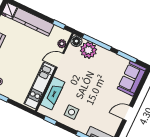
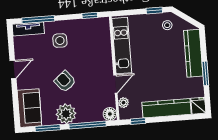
plant: (88, 50) -> (66, 114), moved
armchair: (95, 83) -> (65, 81), added
fireplace: (53, 93) -> (103, 45), removed
side table: (72, 112) -> (60, 41), moved

